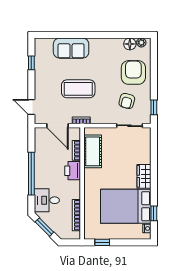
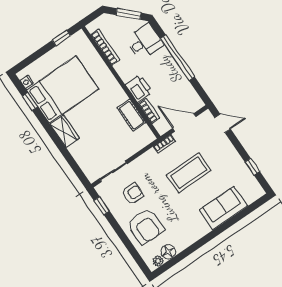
armchair: (127, 101) -> (133, 194), turned 75
cot: (93, 151) -> (131, 115), width x0.73, depth x0.75

